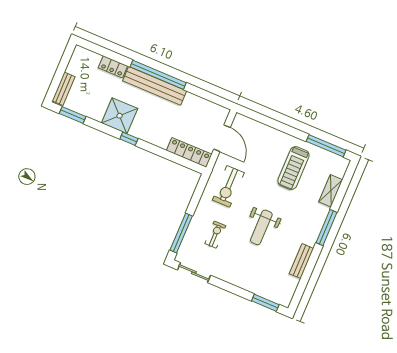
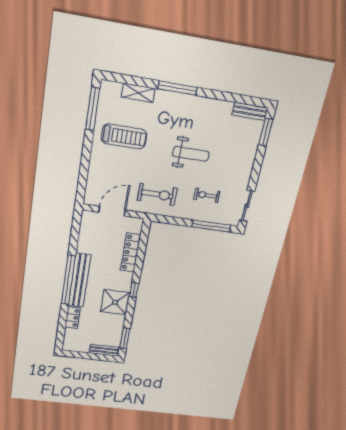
locker: (189, 152) -> (130, 253), moved
bench: (301, 261) -> (250, 111), moved

